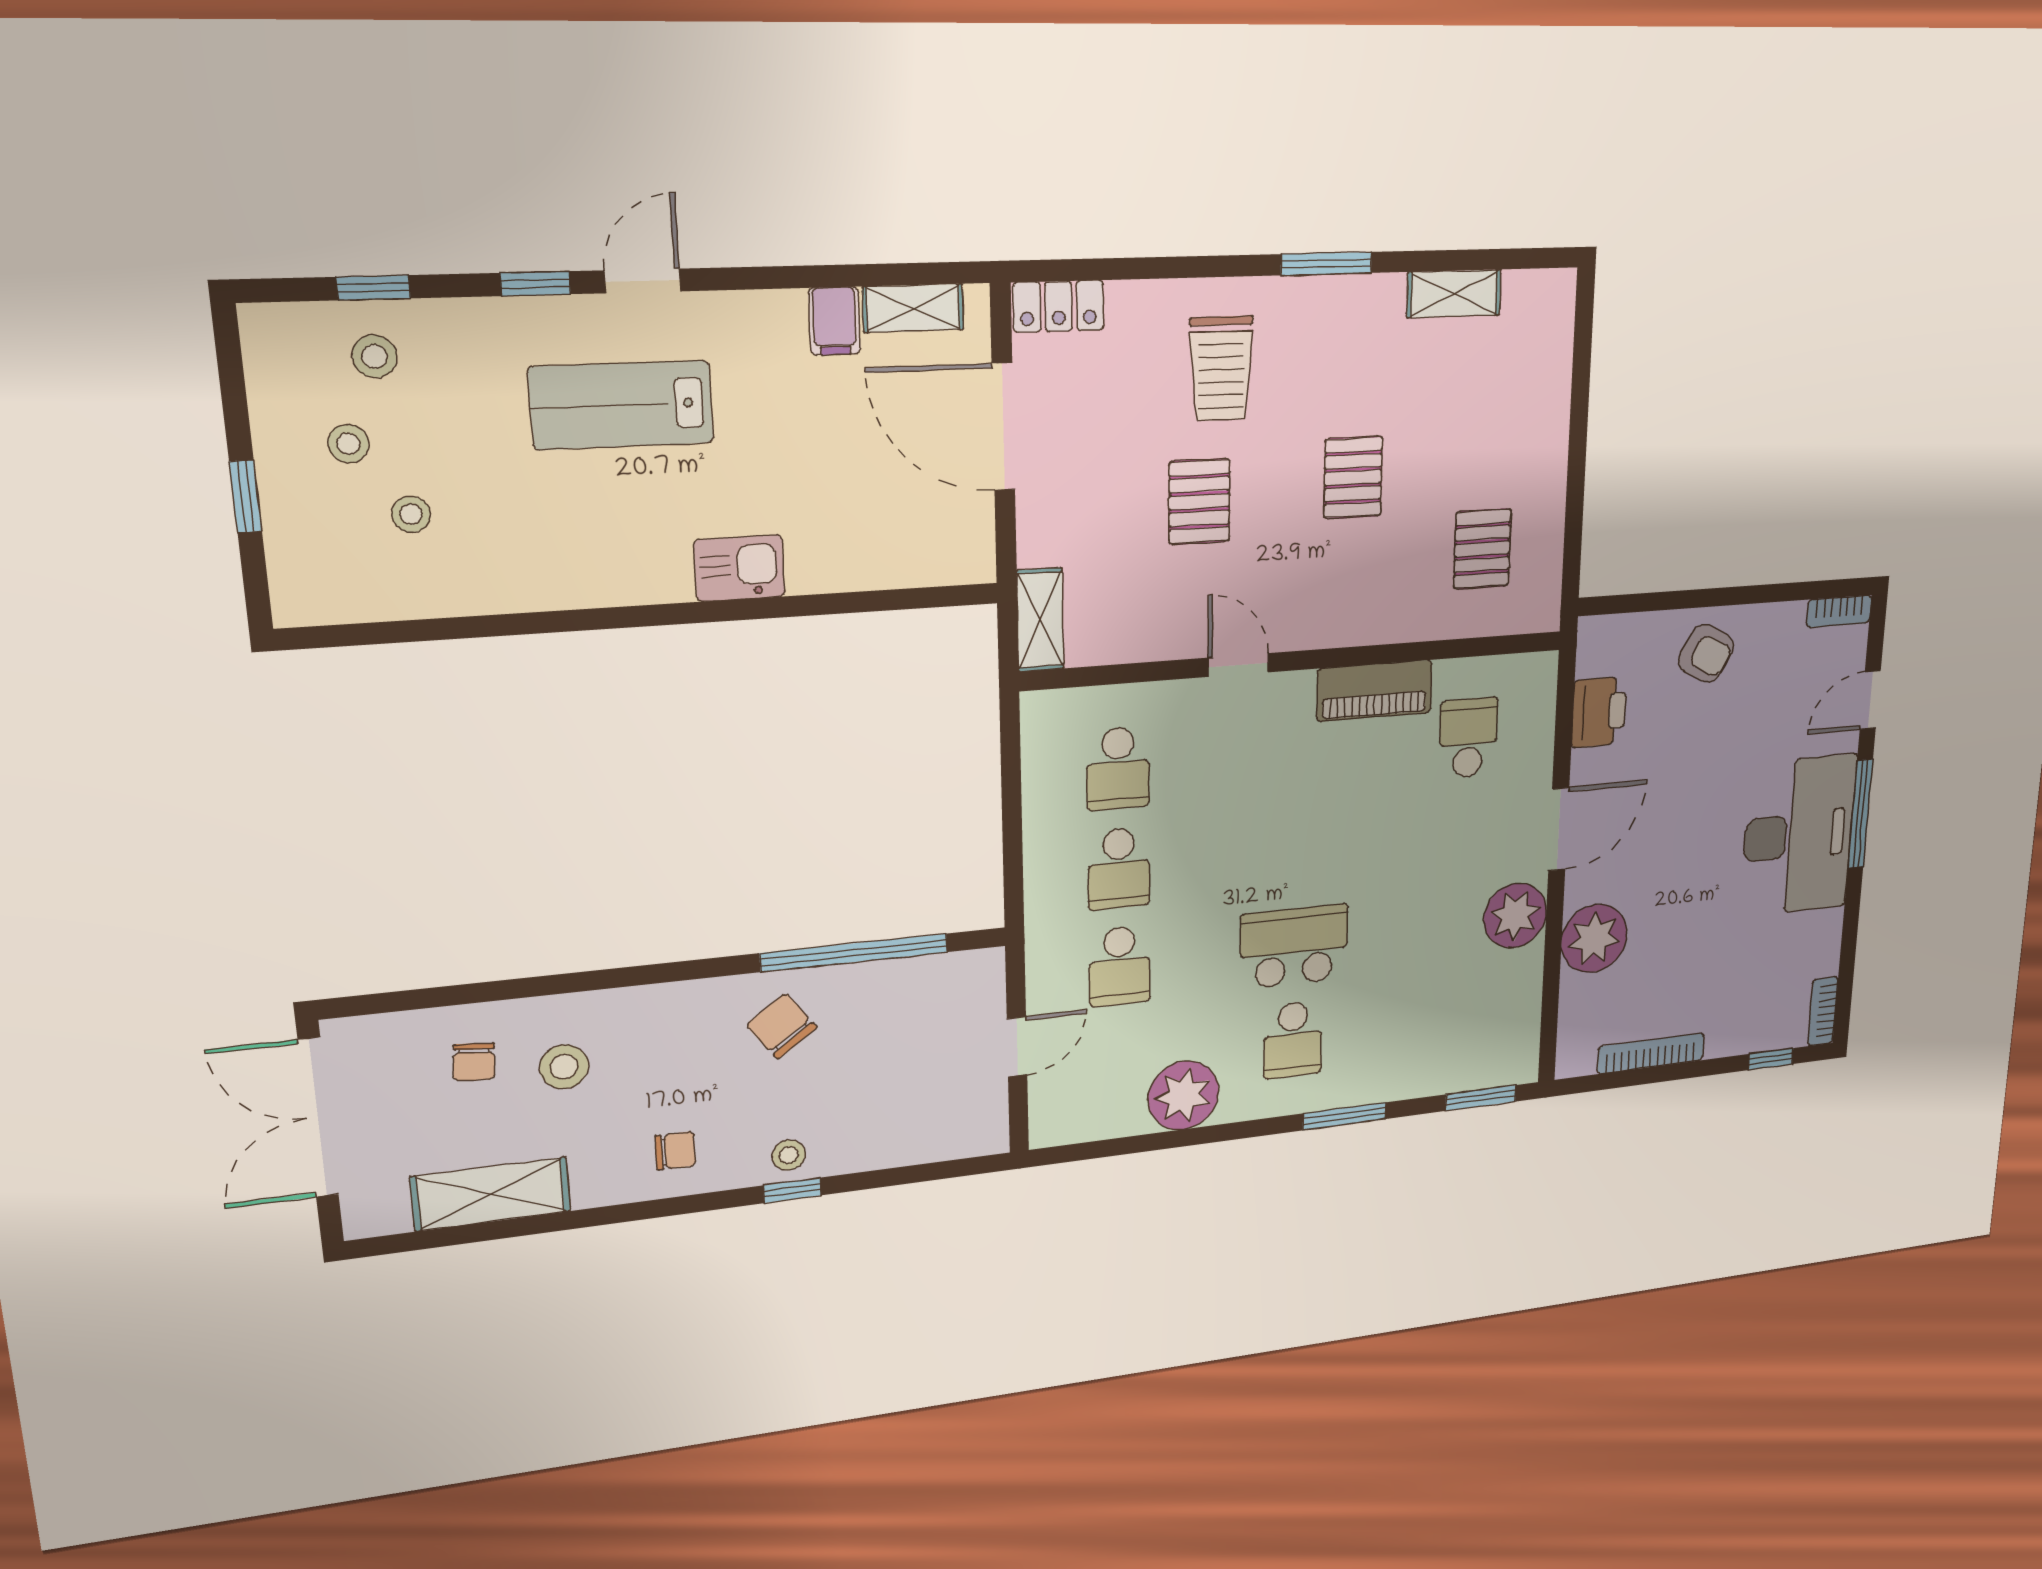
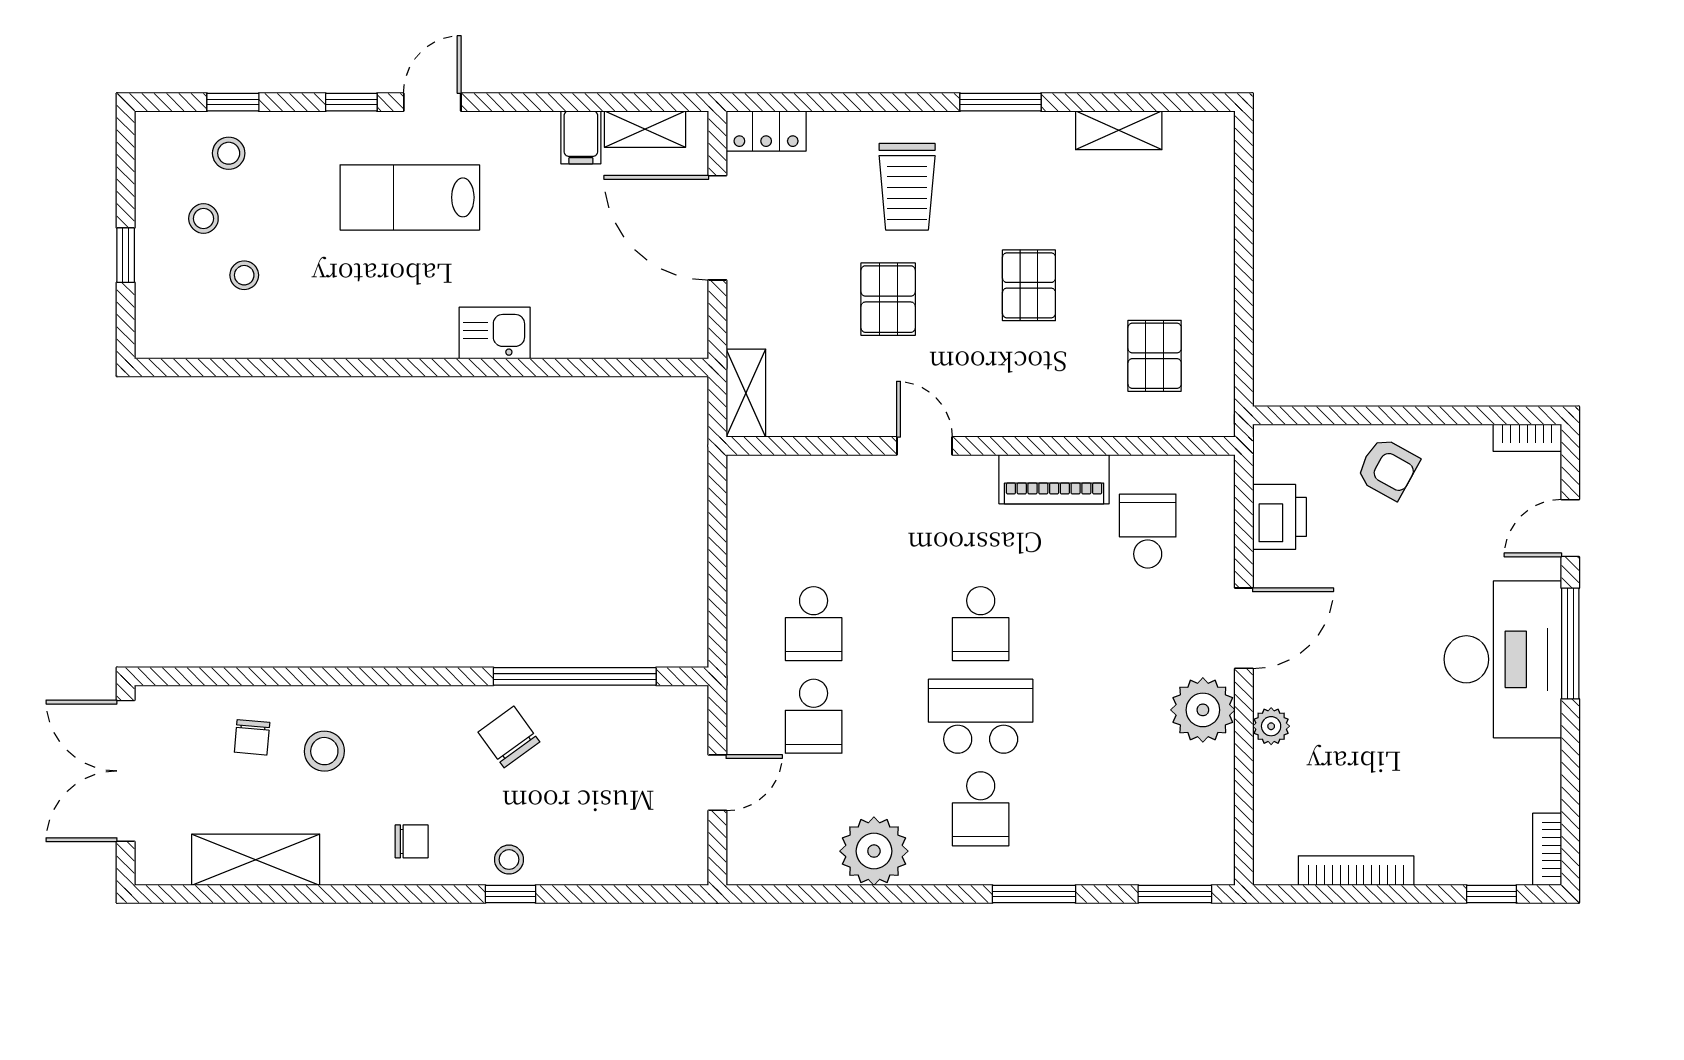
school desk: (1118, 769) -> (981, 624), moved
plant: (1594, 938) -> (1271, 726), width x0.53, depth x0.53

